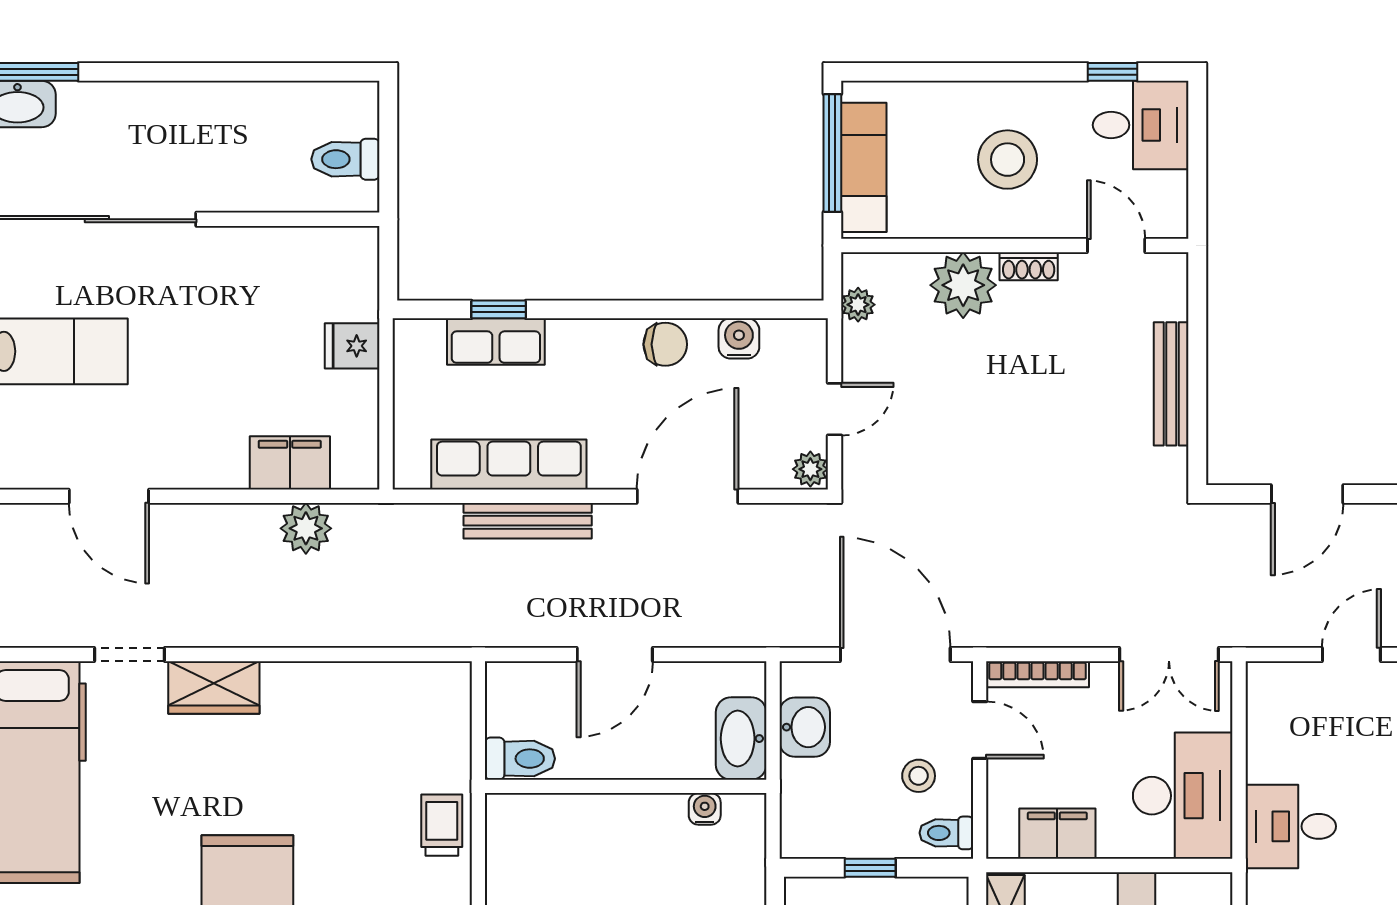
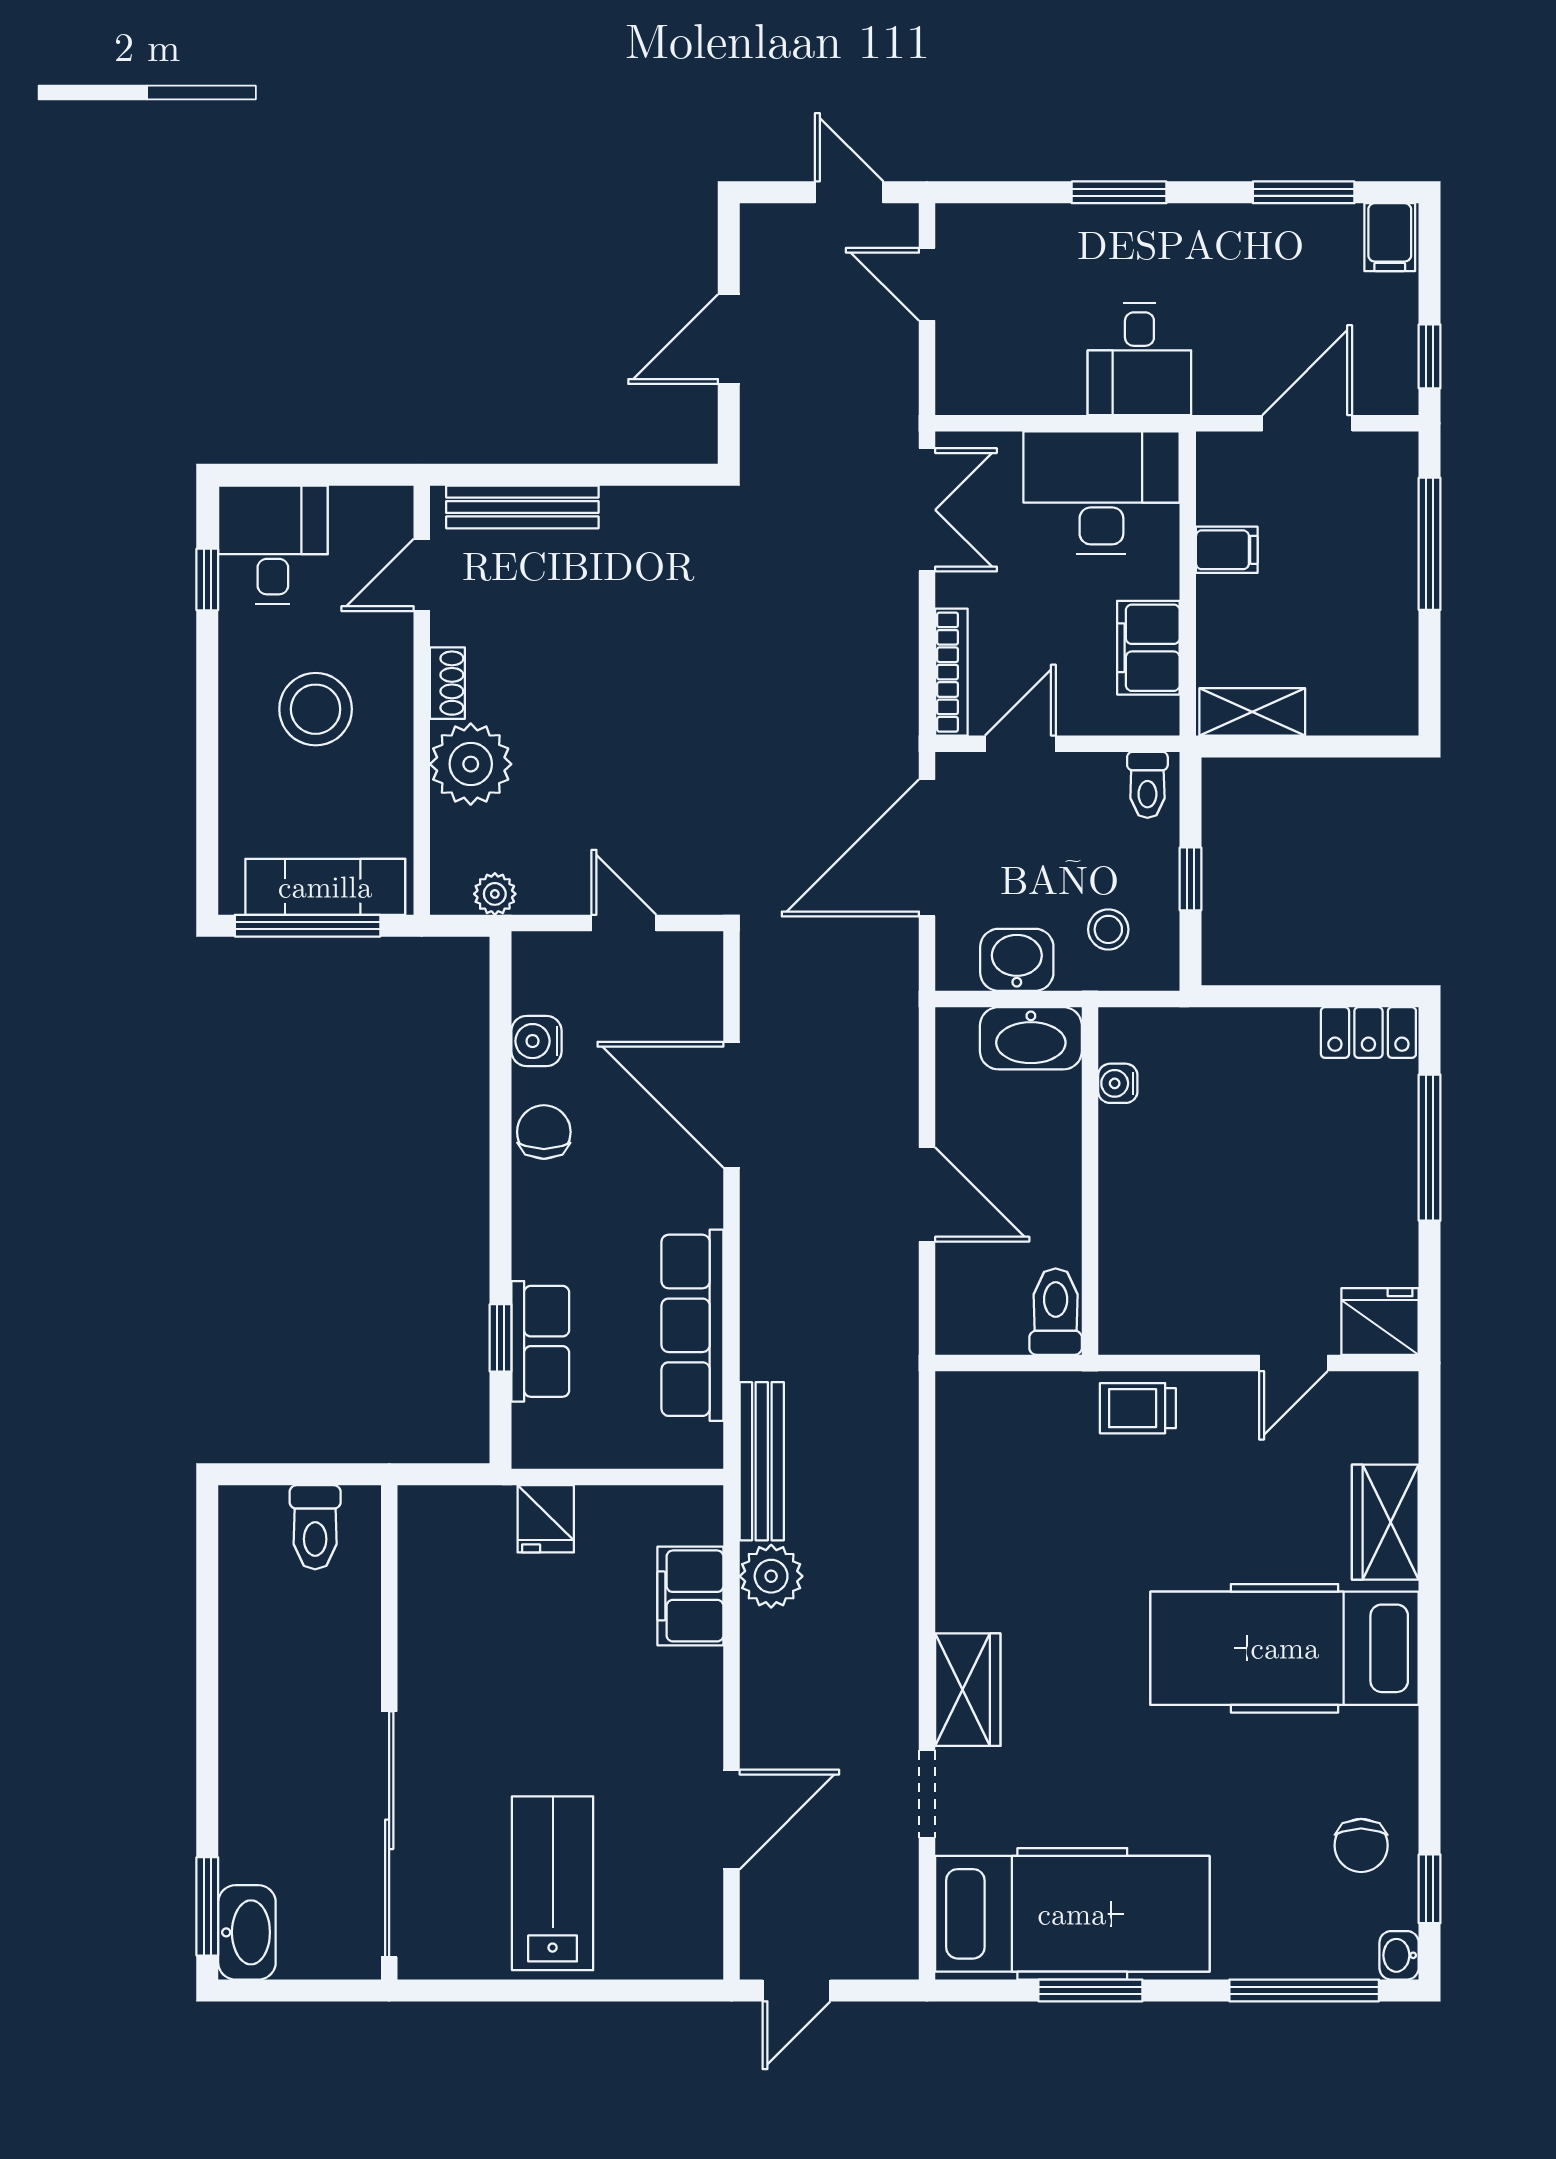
bench: (1171, 384) -> (522, 507), moved
plant: (810, 469) -> (698, 953), removed
door: (1307, 494) -> (729, 339), swing flipped
bench: (528, 521) -> (762, 1461), moved
stool: (919, 776) -> (1108, 929), moved

